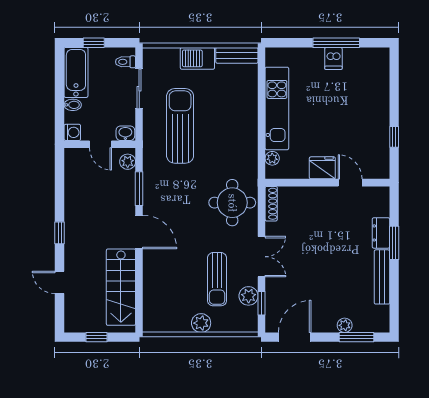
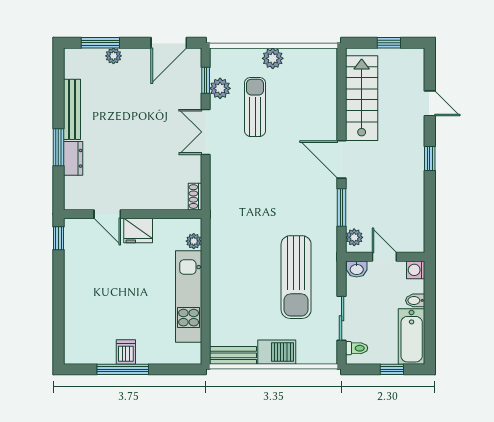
window: (394, 137) -> (58, 238), moved
round table: (232, 203) -> (238, 192), removed
shoe rack: (271, 204) -> (195, 197), width x0.70

